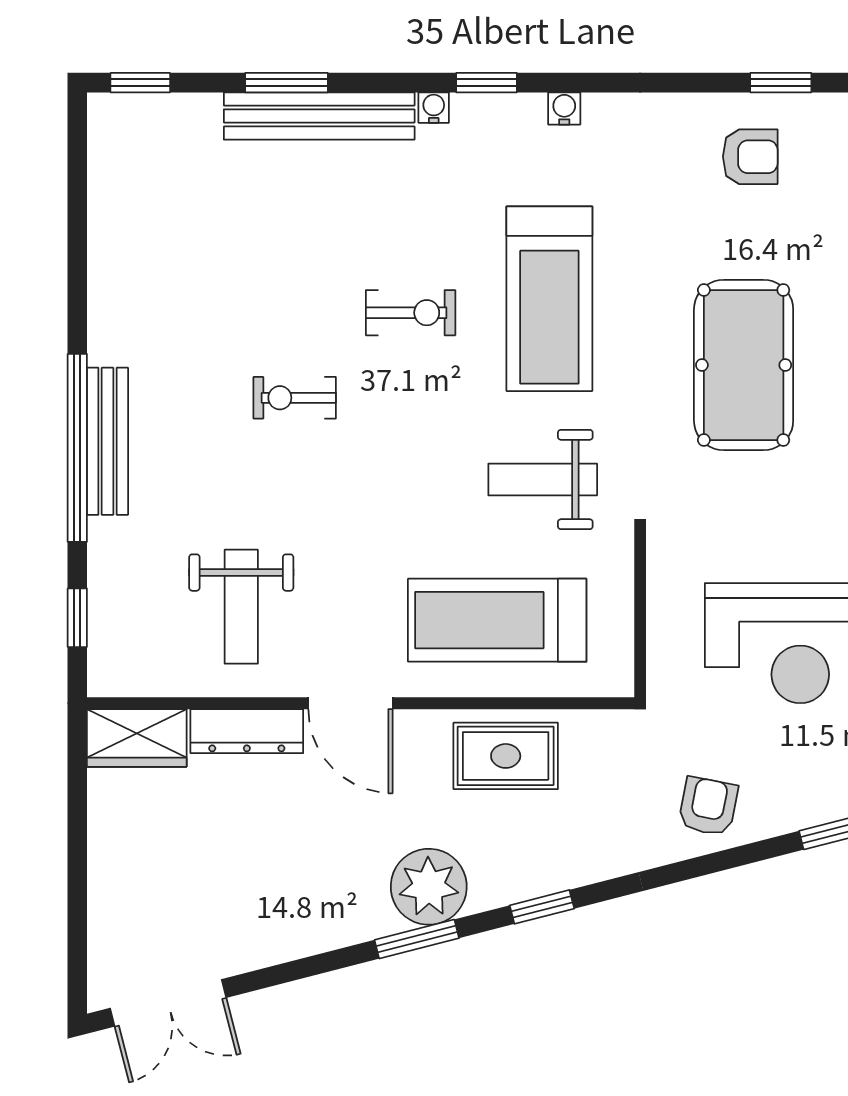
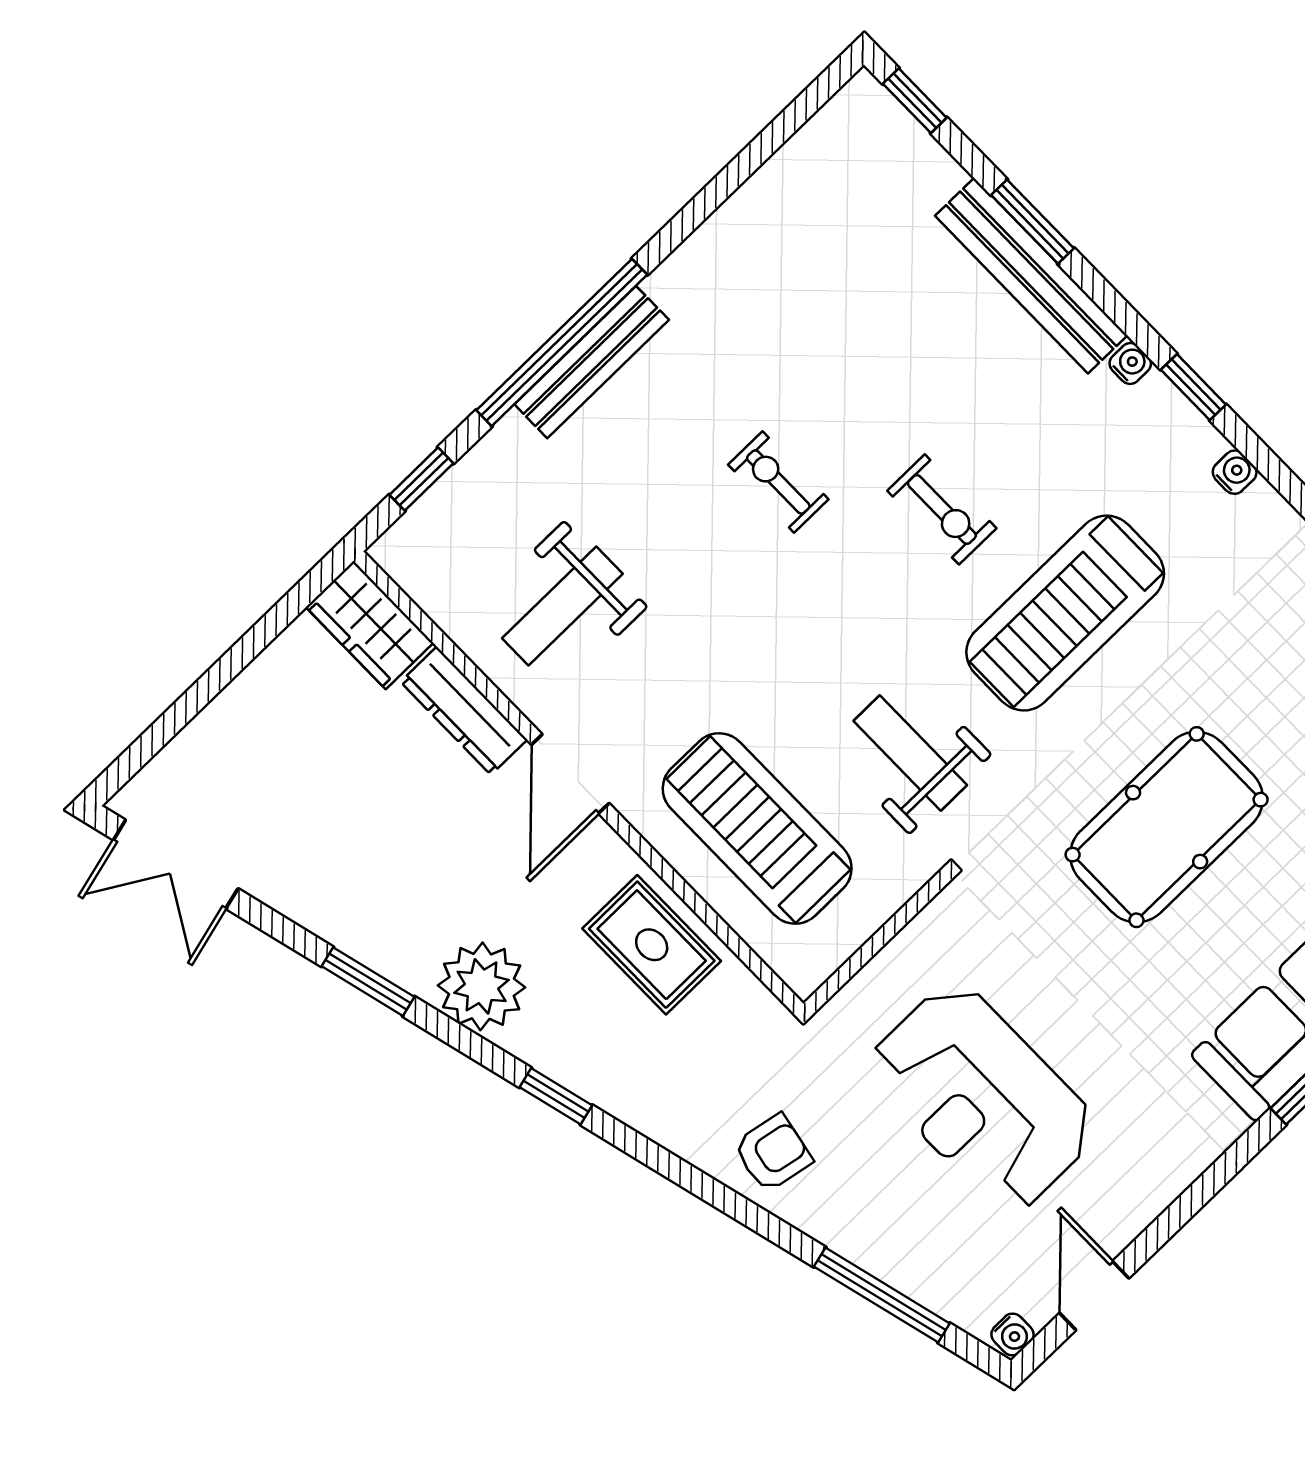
window: (417, 939) -> (368, 982), moved

